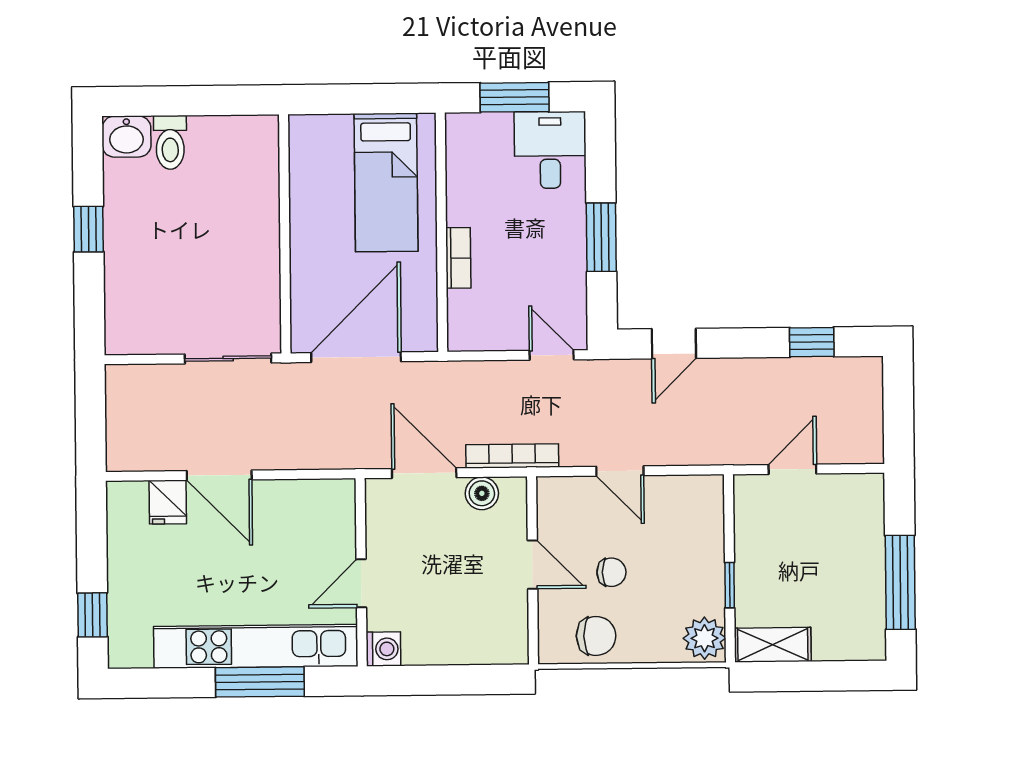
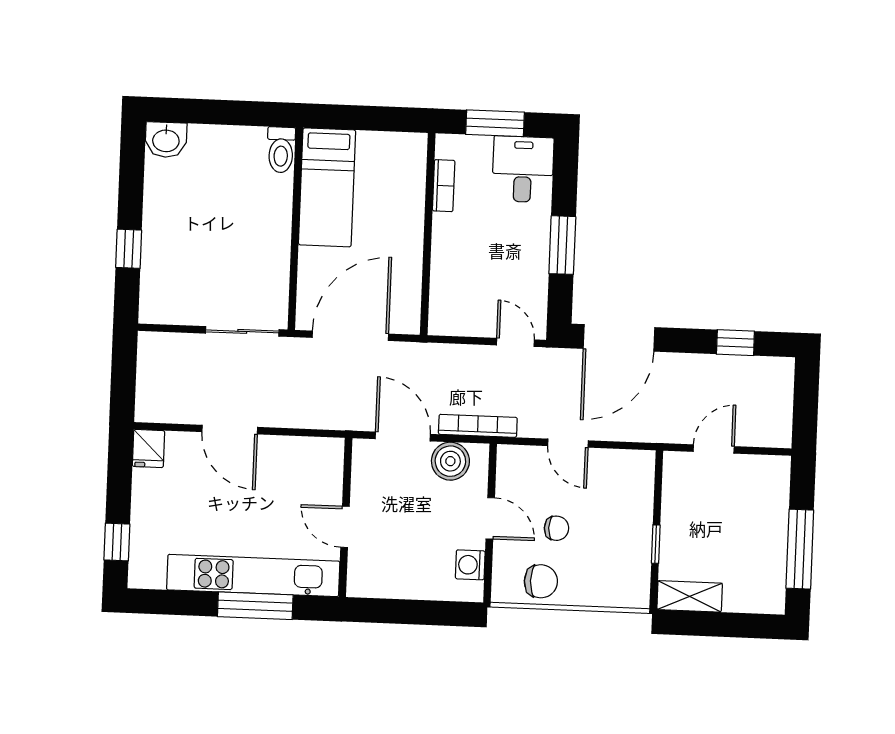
toilet: (170, 142) -> (281, 150), moved
bed: (386, 182) -> (327, 187), moved
window: (88, 229) -> (129, 249), moved
bookcase: (458, 258) -> (444, 186), moved
door: (674, 344) -> (619, 338), width x1.88
boiler: (482, 493) -> (450, 461), width x1.36, depth x1.36
fridge: (168, 502) -> (148, 449), moved
door: (361, 583) -> (345, 527), hinge flipped
plant: (705, 638) -> (632, 588), removed
washing machine: (383, 649) -> (470, 565), moved, turned 180

